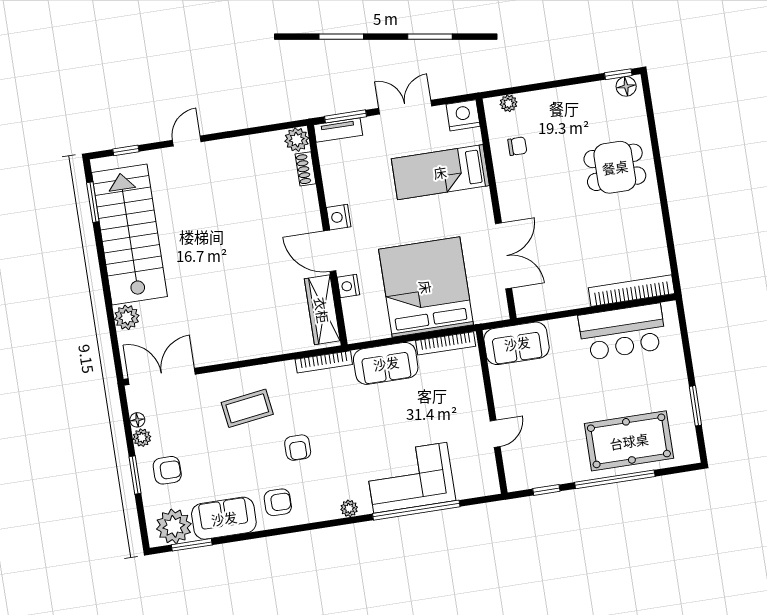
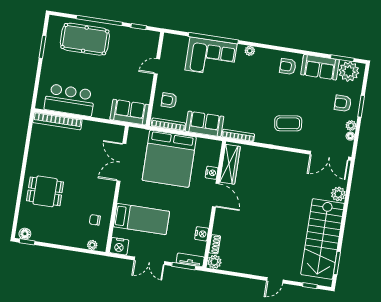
nightstand: (339, 217) -> (202, 234), moved
armchair: (298, 448) -> (169, 100), moved, turned -90

